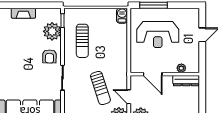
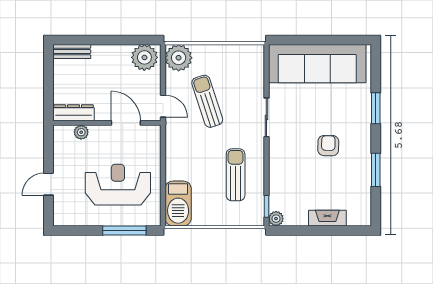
barbecue: (122, 16) -> (178, 203), width x1.88, depth x1.53
plant: (52, 31) -> (276, 219), moved, width x0.53, depth x0.53
armchair: (49, 56) -> (328, 146), moved
door: (129, 97) -> (163, 106), moved

